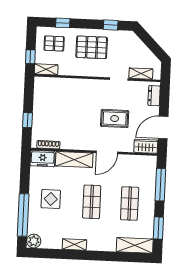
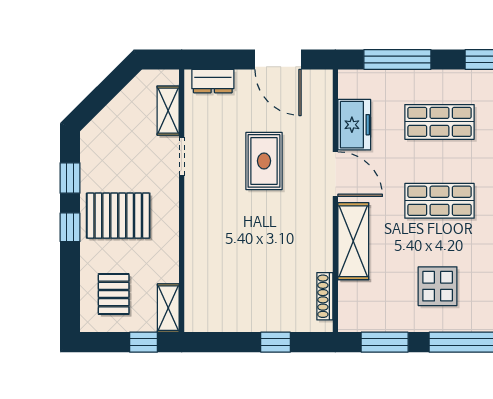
window: (63, 23) -> (70, 227), moved
pallet: (92, 47) -> (118, 216), turned 90
wardrobe: (146, 146) -> (319, 94), removed
freezer: (43, 159) -> (354, 125), moved
window: (25, 172) -> (385, 342), added

